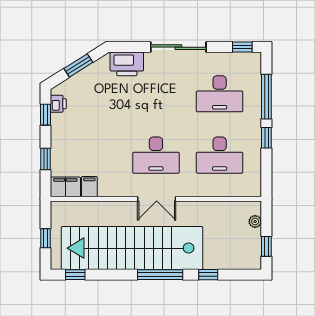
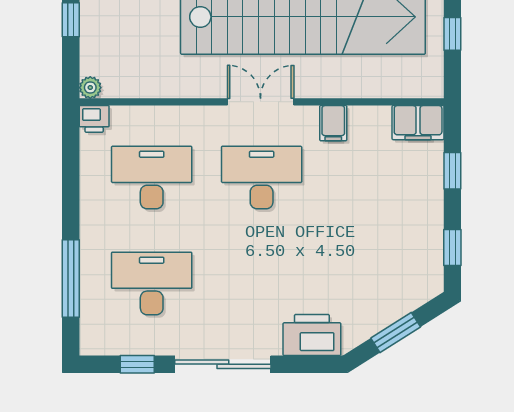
window: (242, 47) -> (137, 364), moved
printer: (58, 104) -> (94, 119), moved, turned -90
window: (266, 138) -> (71, 208), removed
filing cabinet: (89, 187) -> (333, 123), moved
plant: (255, 221) -> (90, 88), moved

